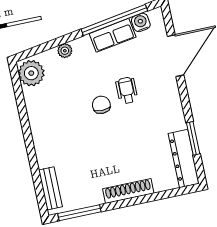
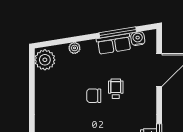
window: (114, 20) -> (118, 32), width x0.68
chair: (101, 105) -> (94, 96), turned -90

